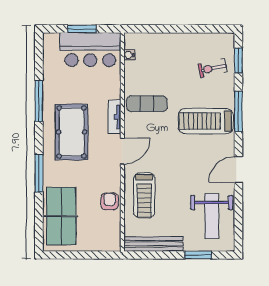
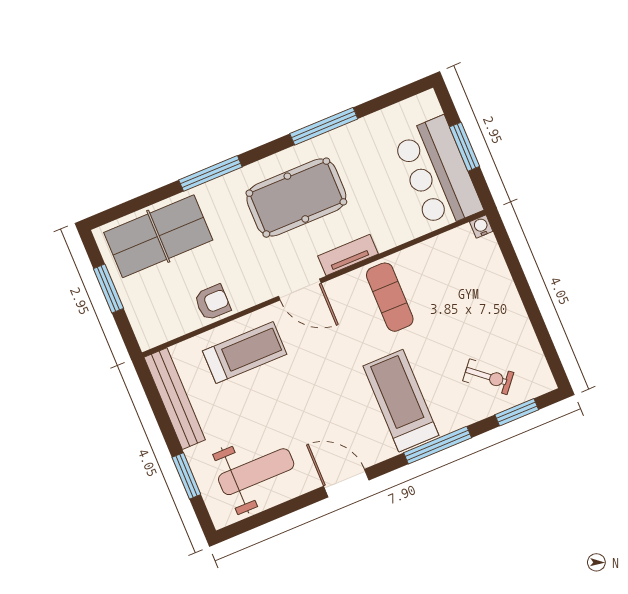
water cooler: (129, 55) -> (481, 226), moved
exercise bike: (213, 68) -> (488, 377), turned 142
treadmill: (144, 195) -> (245, 353), turned 180
weight bench: (212, 216) -> (256, 472), turned 180
window: (79, 255) -> (108, 289), added

